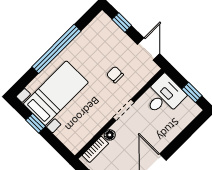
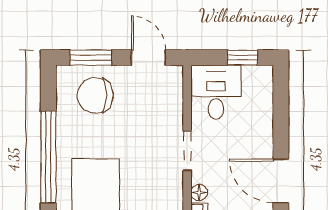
window: (122, 22) -> (91, 58), width x1.50
chair: (115, 75) -> (95, 95), moved, width x1.87, depth x1.87

